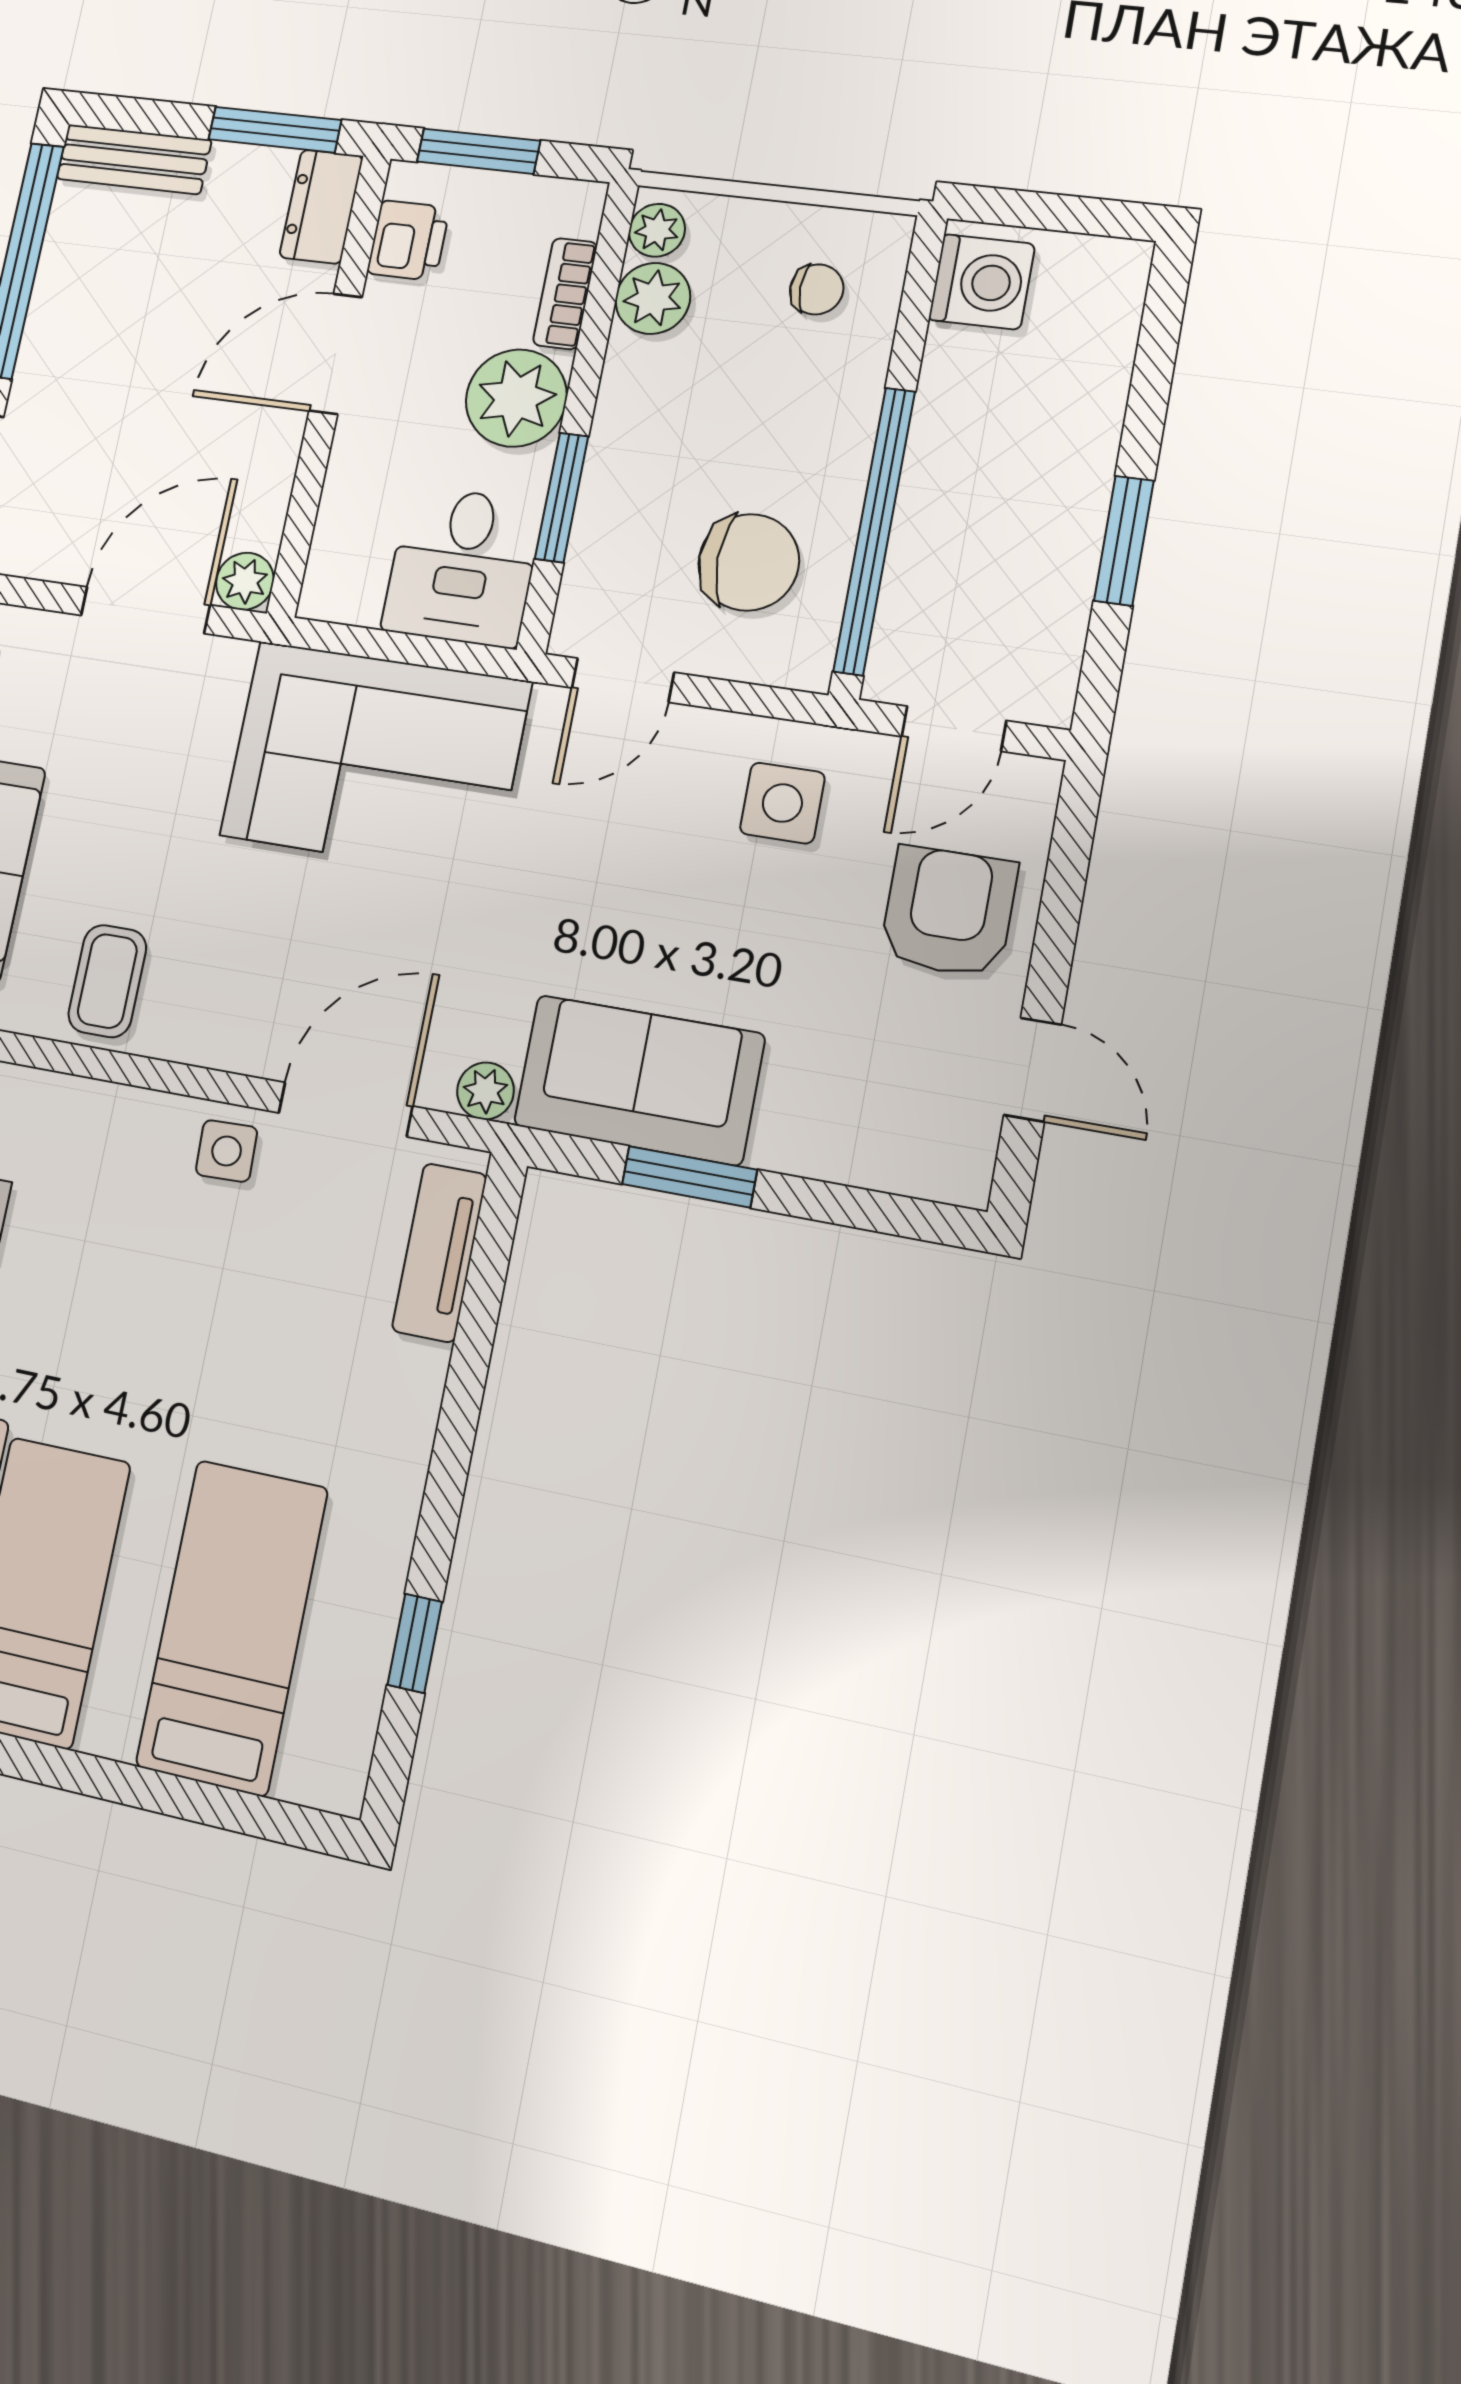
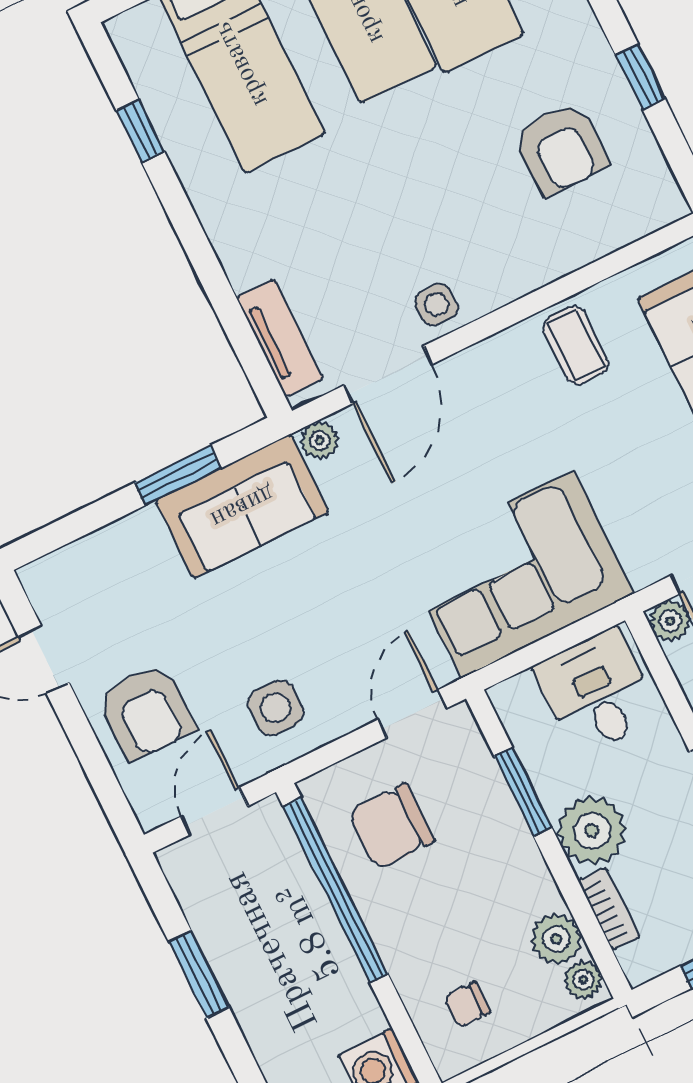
desk: (463, 566) -> (597, 692), moved

